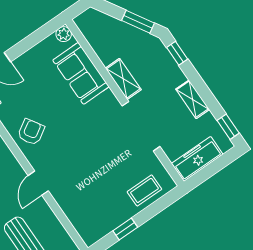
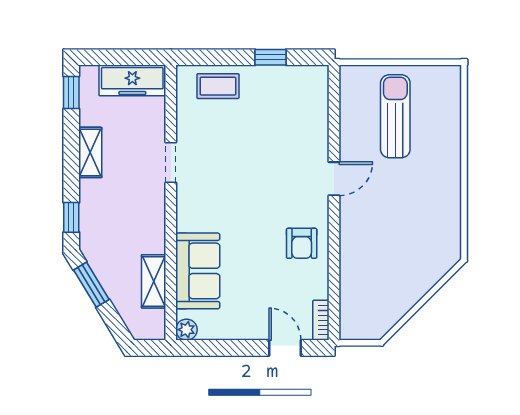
shelving: (123, 79) -> (154, 281), moved
doorway: (141, 126) -> (171, 162), width x0.53
armchair: (31, 132) -> (302, 243), turned -58

